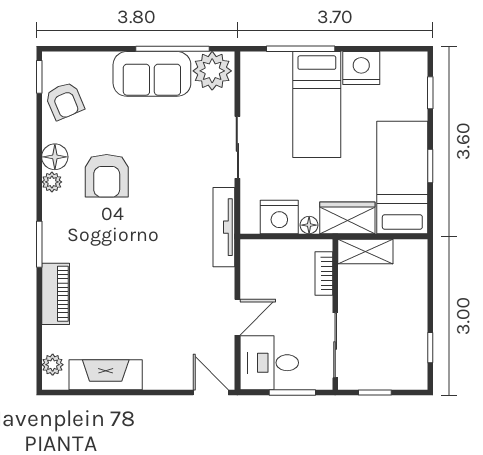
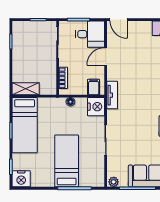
nightstand: (361, 68) -> (21, 179), moved
plant: (212, 71) -> (114, 182), width x0.53, depth x0.53
nightstand: (279, 217) -> (96, 107), moved, turned 90
wardrobe: (347, 218) -> (52, 105), removed
tv unit: (224, 227) -> (112, 95), width x0.71
shelving: (365, 252) -> (26, 89), moved
filing cabinet: (262, 255) -> (94, 87), added

